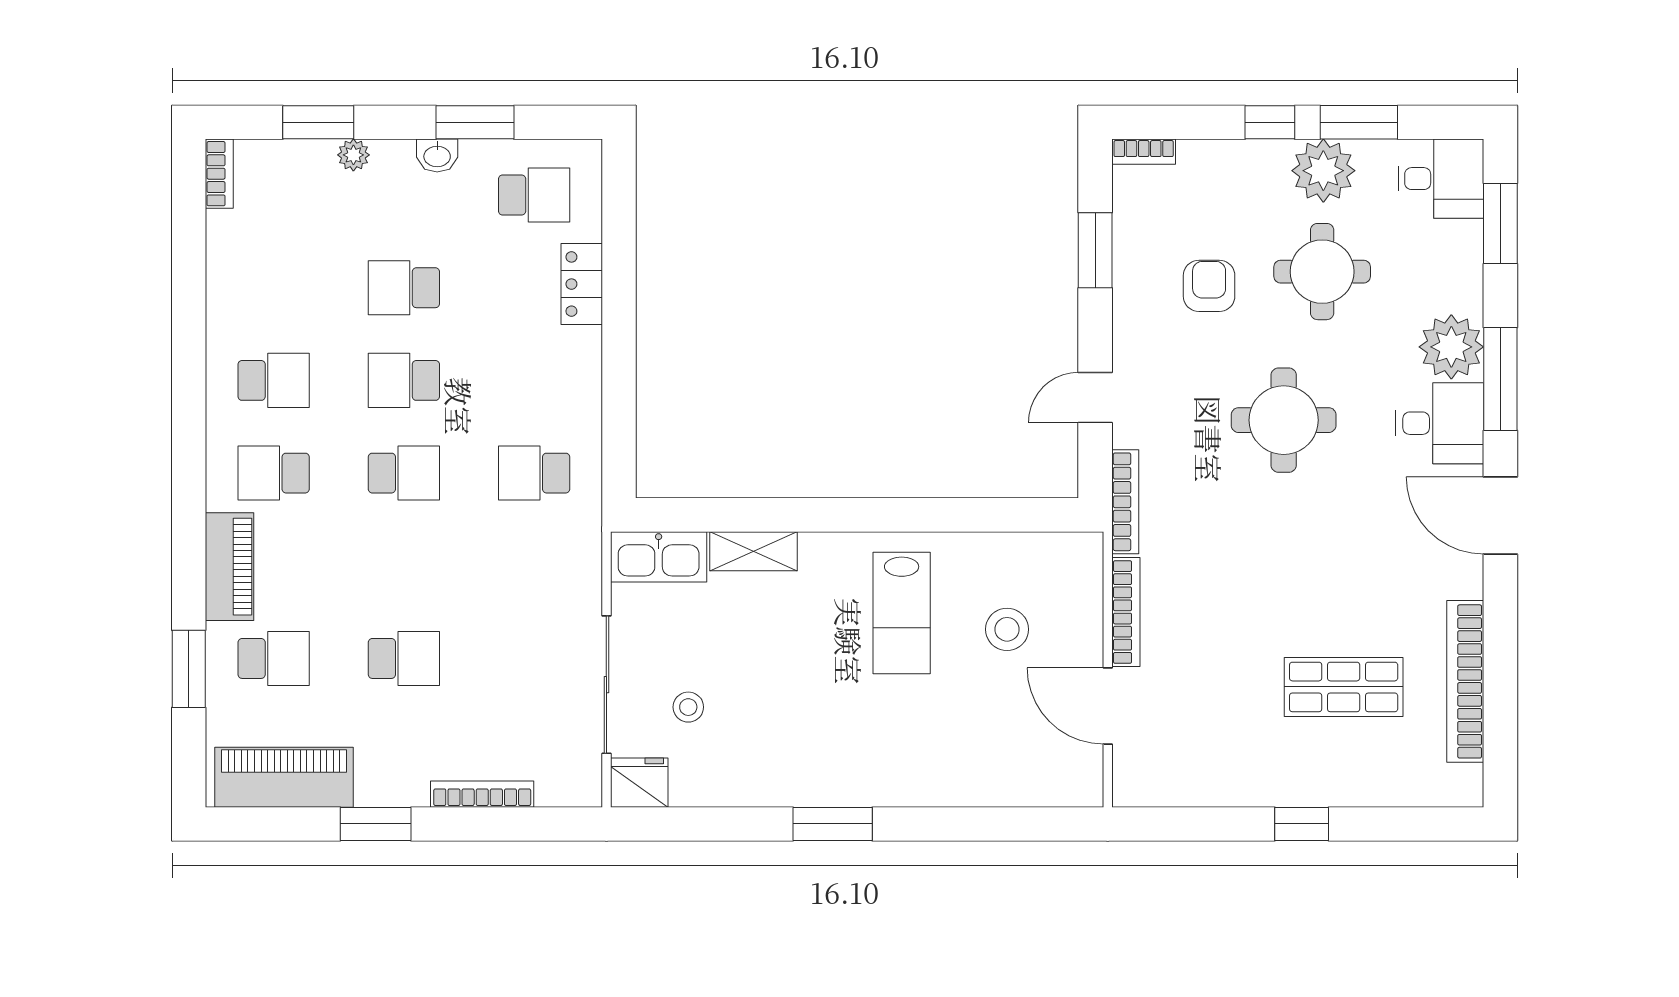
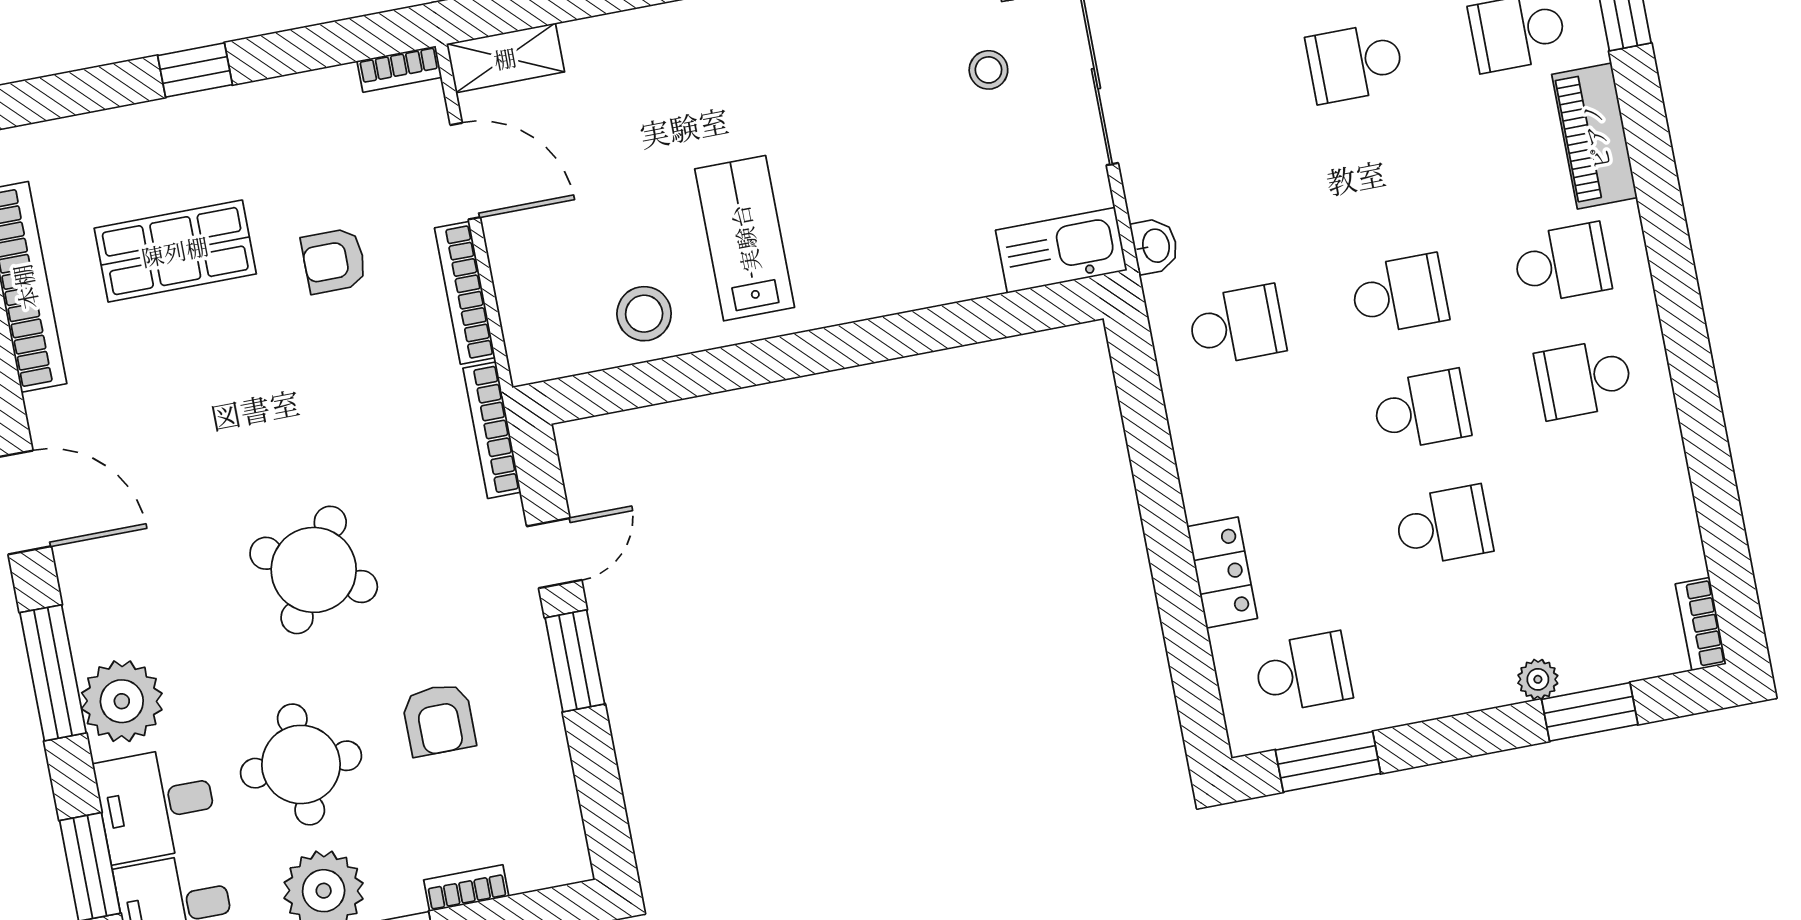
window: (475, 122) -> (1328, 762), moved
bookcase: (1144, 152) -> (466, 888), moved
washbasin: (437, 155) -> (1155, 246), moved, turned 90
school desk: (534, 195) -> (1303, 672), turned 180
window: (1095, 250) -> (575, 661), moved
round table: (1284, 420) -> (314, 570), turned 30
desk: (1440, 423) -> (156, 804), moved
school desk: (404, 473) -> (1399, 294), turned 180
shelving: (754, 551) -> (505, 58), moved
stool: (1007, 629) -> (644, 314), moved
armchair: (1222, 656) -> (334, 261), added
bookcase: (1143, 795) -> (399, 69), added

